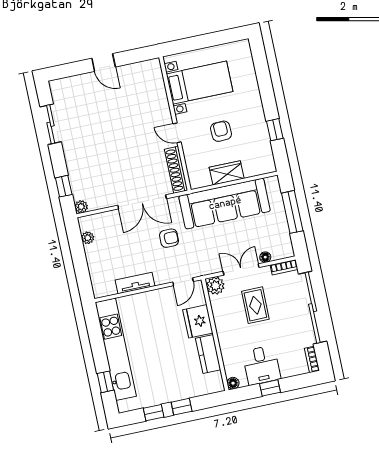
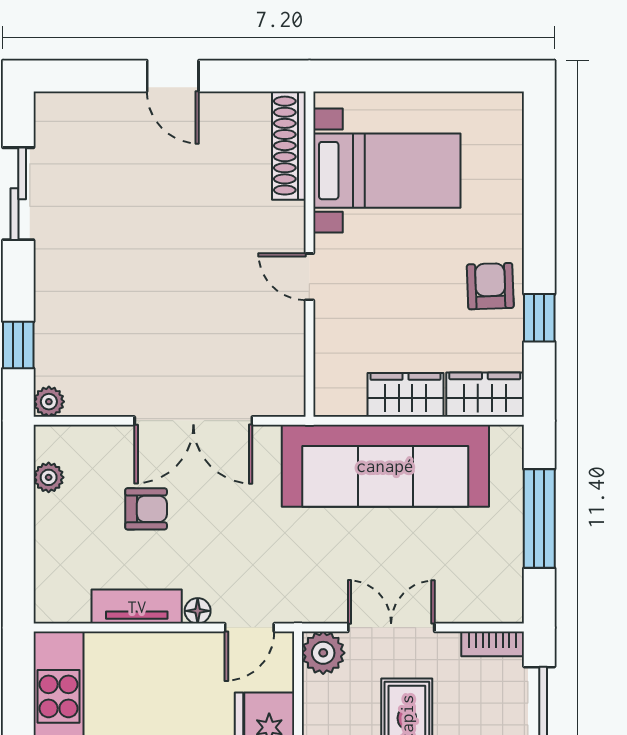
armchair: (221, 131) -> (490, 286), moved
wardrobe: (259, 166) -> (485, 395), added
shoe rack: (176, 170) -> (289, 146), moved
armchair: (169, 238) -> (146, 509), moved
floor lamp: (265, 257) -> (198, 611), moved

